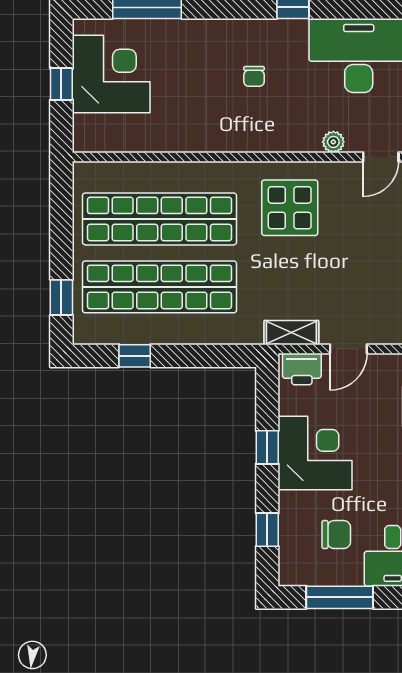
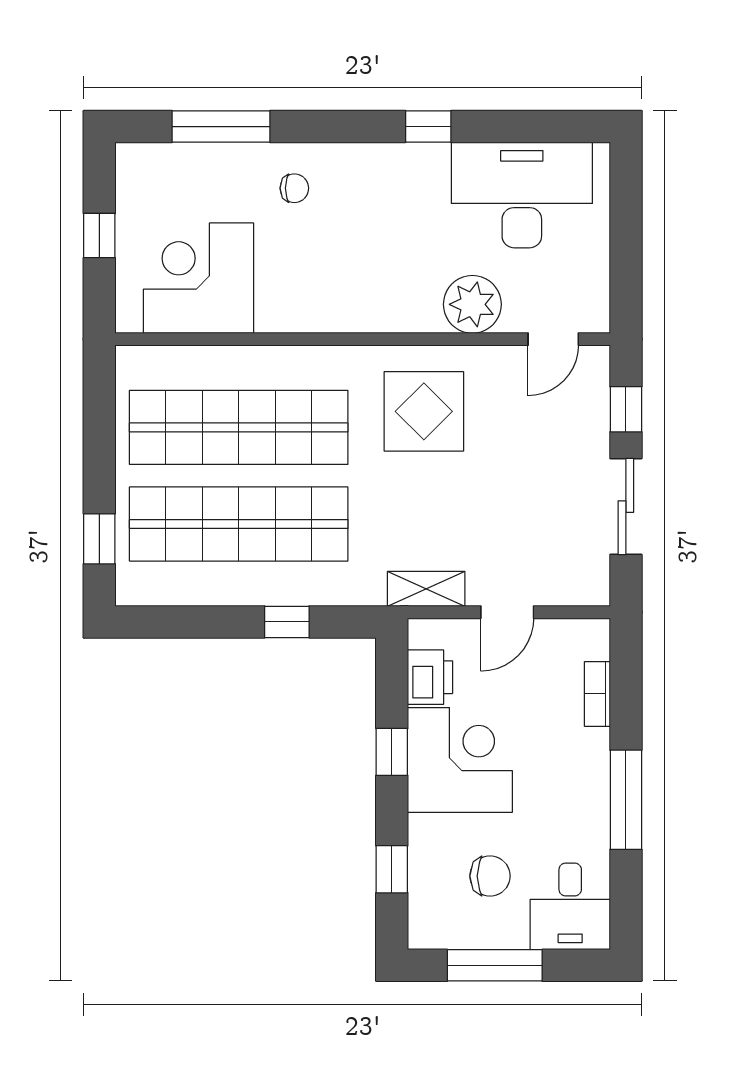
corner desk: (111, 74) -> (198, 278), moved, turned -90
chair: (254, 76) -> (294, 188), moved, turned -90
plant: (333, 142) -> (472, 304), width x1.88, depth x1.88
window: (135, 356) -> (287, 622), moved
printer: (302, 369) -> (430, 677), moved, turned -90

